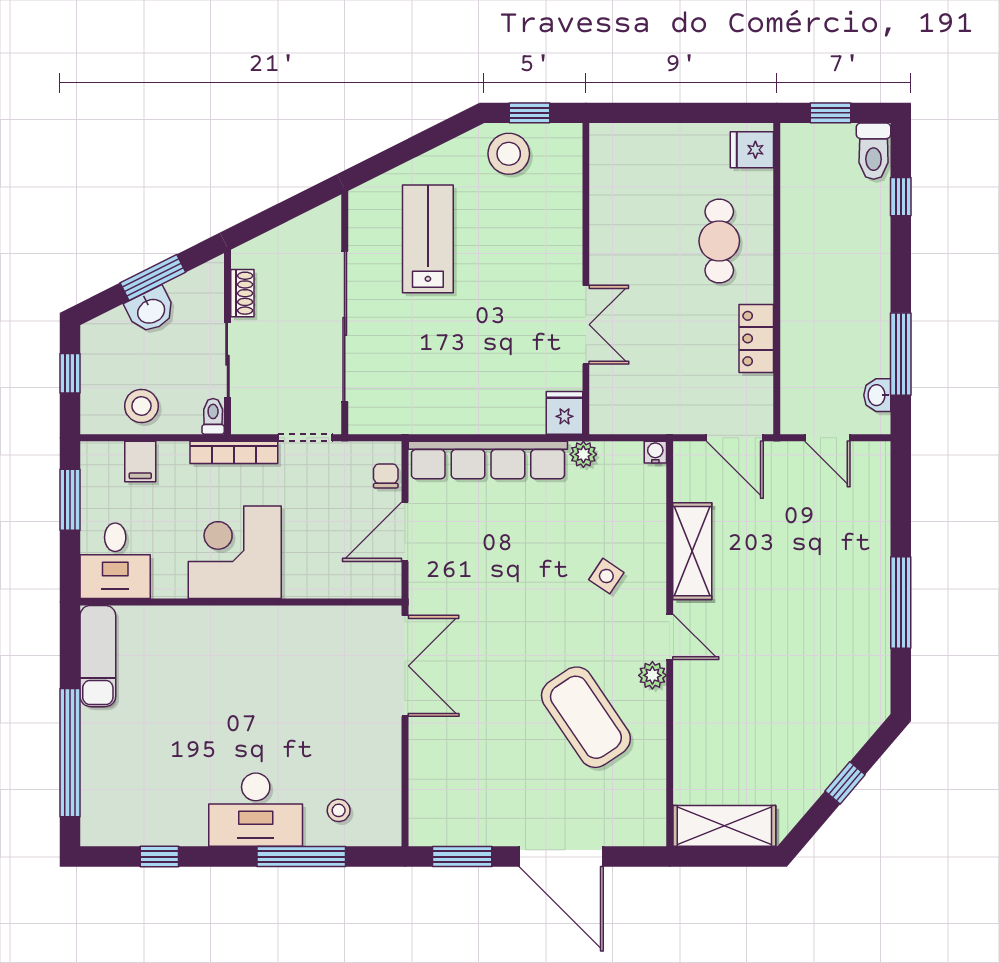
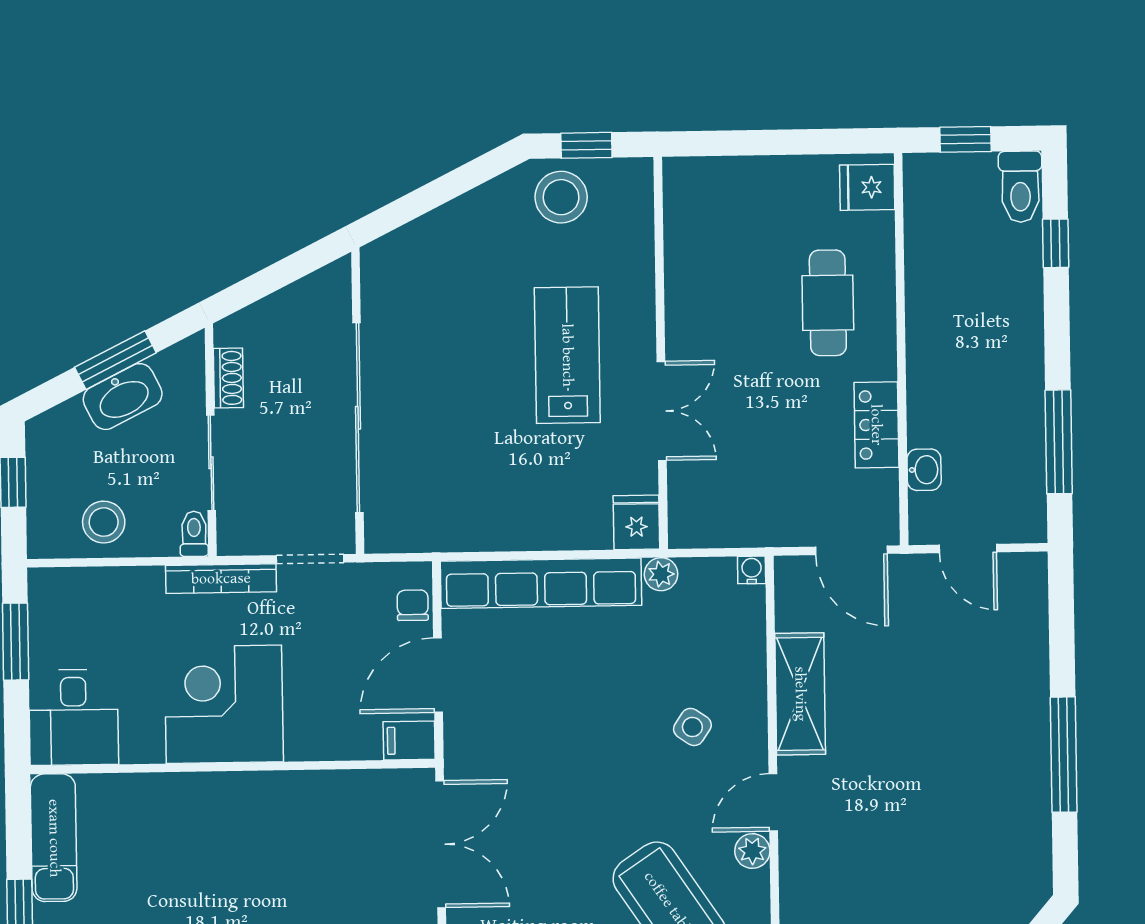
lab bench: (428, 239) -> (567, 355), moved
washbasin: (151, 310) -> (123, 397), width x1.38
washbasin: (877, 395) -> (924, 470), moved, turned 180
filing cabinet: (140, 461) -> (409, 741), moved, turned 90
door: (670, 637) -> (773, 802), swing flipped

